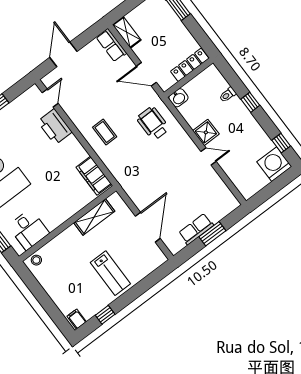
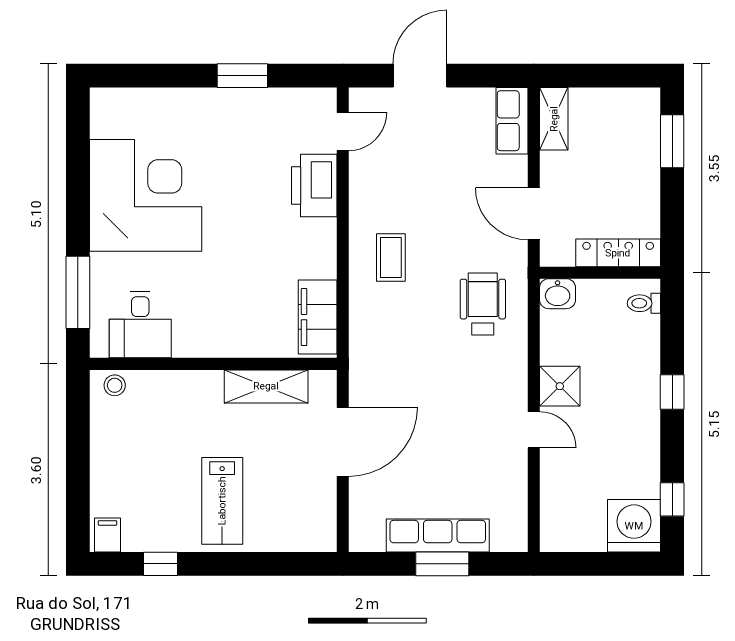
toilet: (228, 95) -> (644, 303), moved
door: (148, 227) -> (343, 442), moved
row of seats: (196, 229) -> (438, 536), width x1.48

